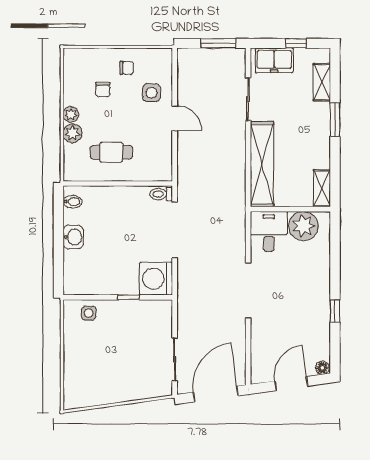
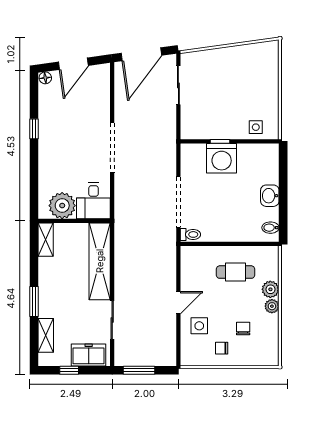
door: (175, 118) -> (178, 303), swing flipped
washing machine: (156, 279) -> (222, 158), moved, turned 90

